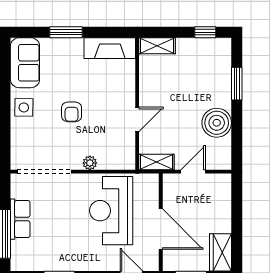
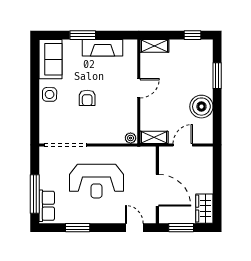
fireplace: (110, 48) -> (103, 48), moved
door: (137, 119) -> (139, 88), moved
plant: (90, 163) -> (131, 138), moved
reception desk: (111, 211) -> (96, 181), moved, turned -90
row of seats: (20, 219) -> (47, 206), moved

